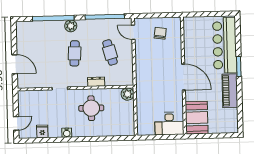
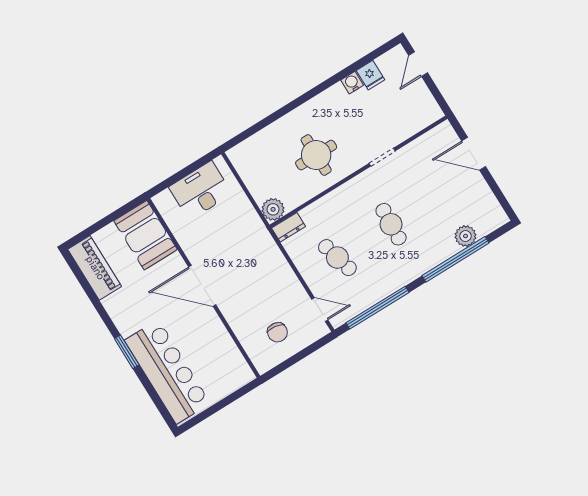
plant: (71, 26) -> (466, 236), moved
dresser: (96, 82) -> (289, 227), moved
piano: (230, 91) -> (95, 268), moved
desk: (169, 123) -> (200, 191), moved
water cooler: (67, 133) -> (352, 83), moved

